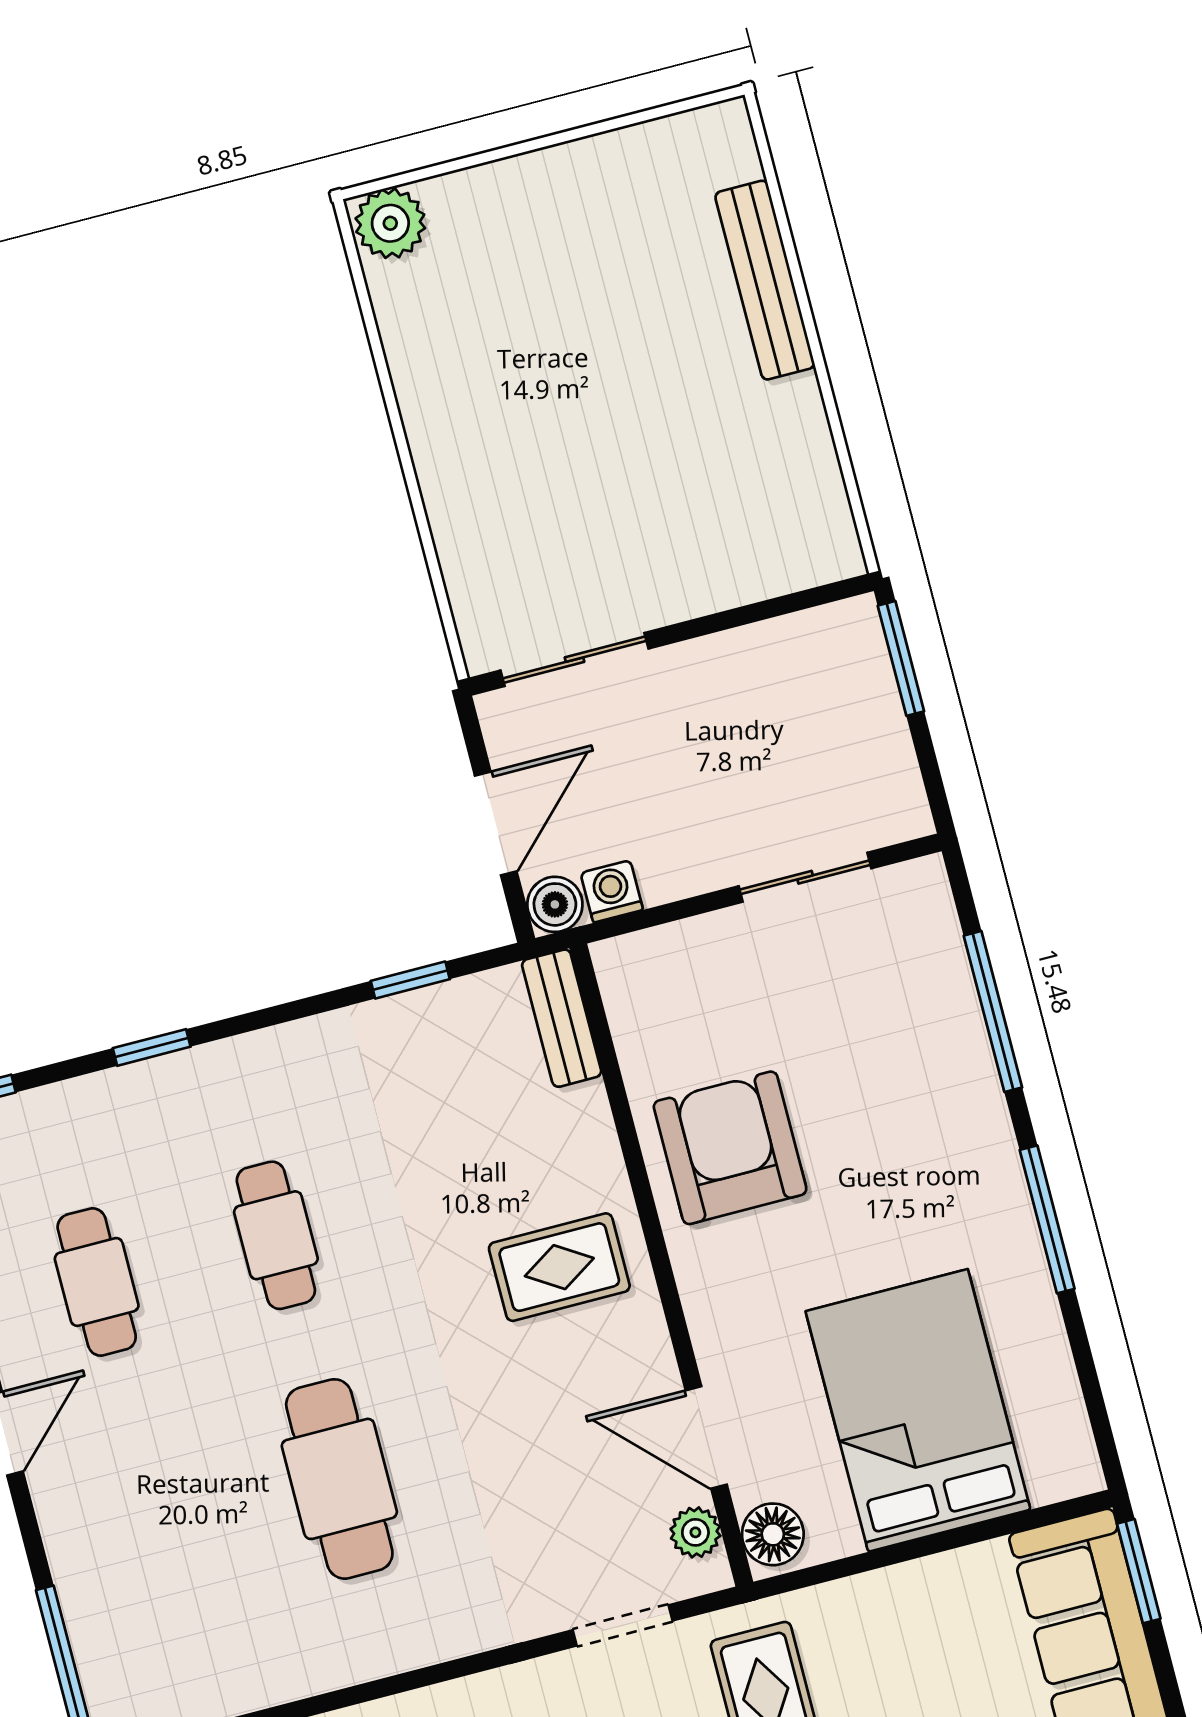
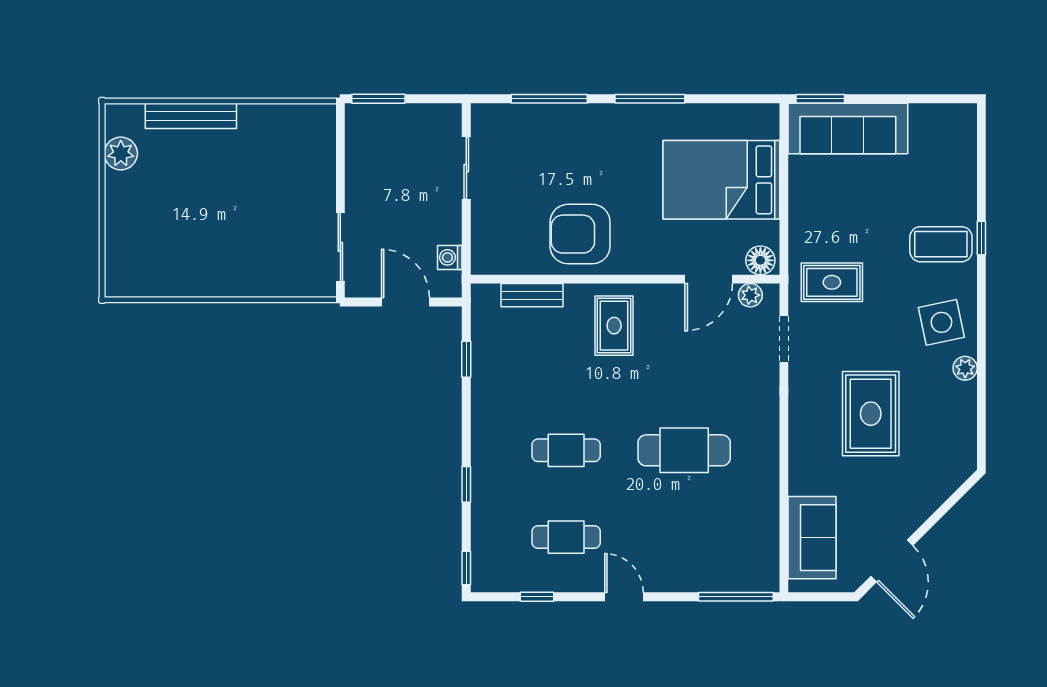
plant: (390, 223) -> (121, 153), moved
boiler: (555, 904) -> (449, 285), removed
bench: (562, 1018) -> (532, 295), moved

